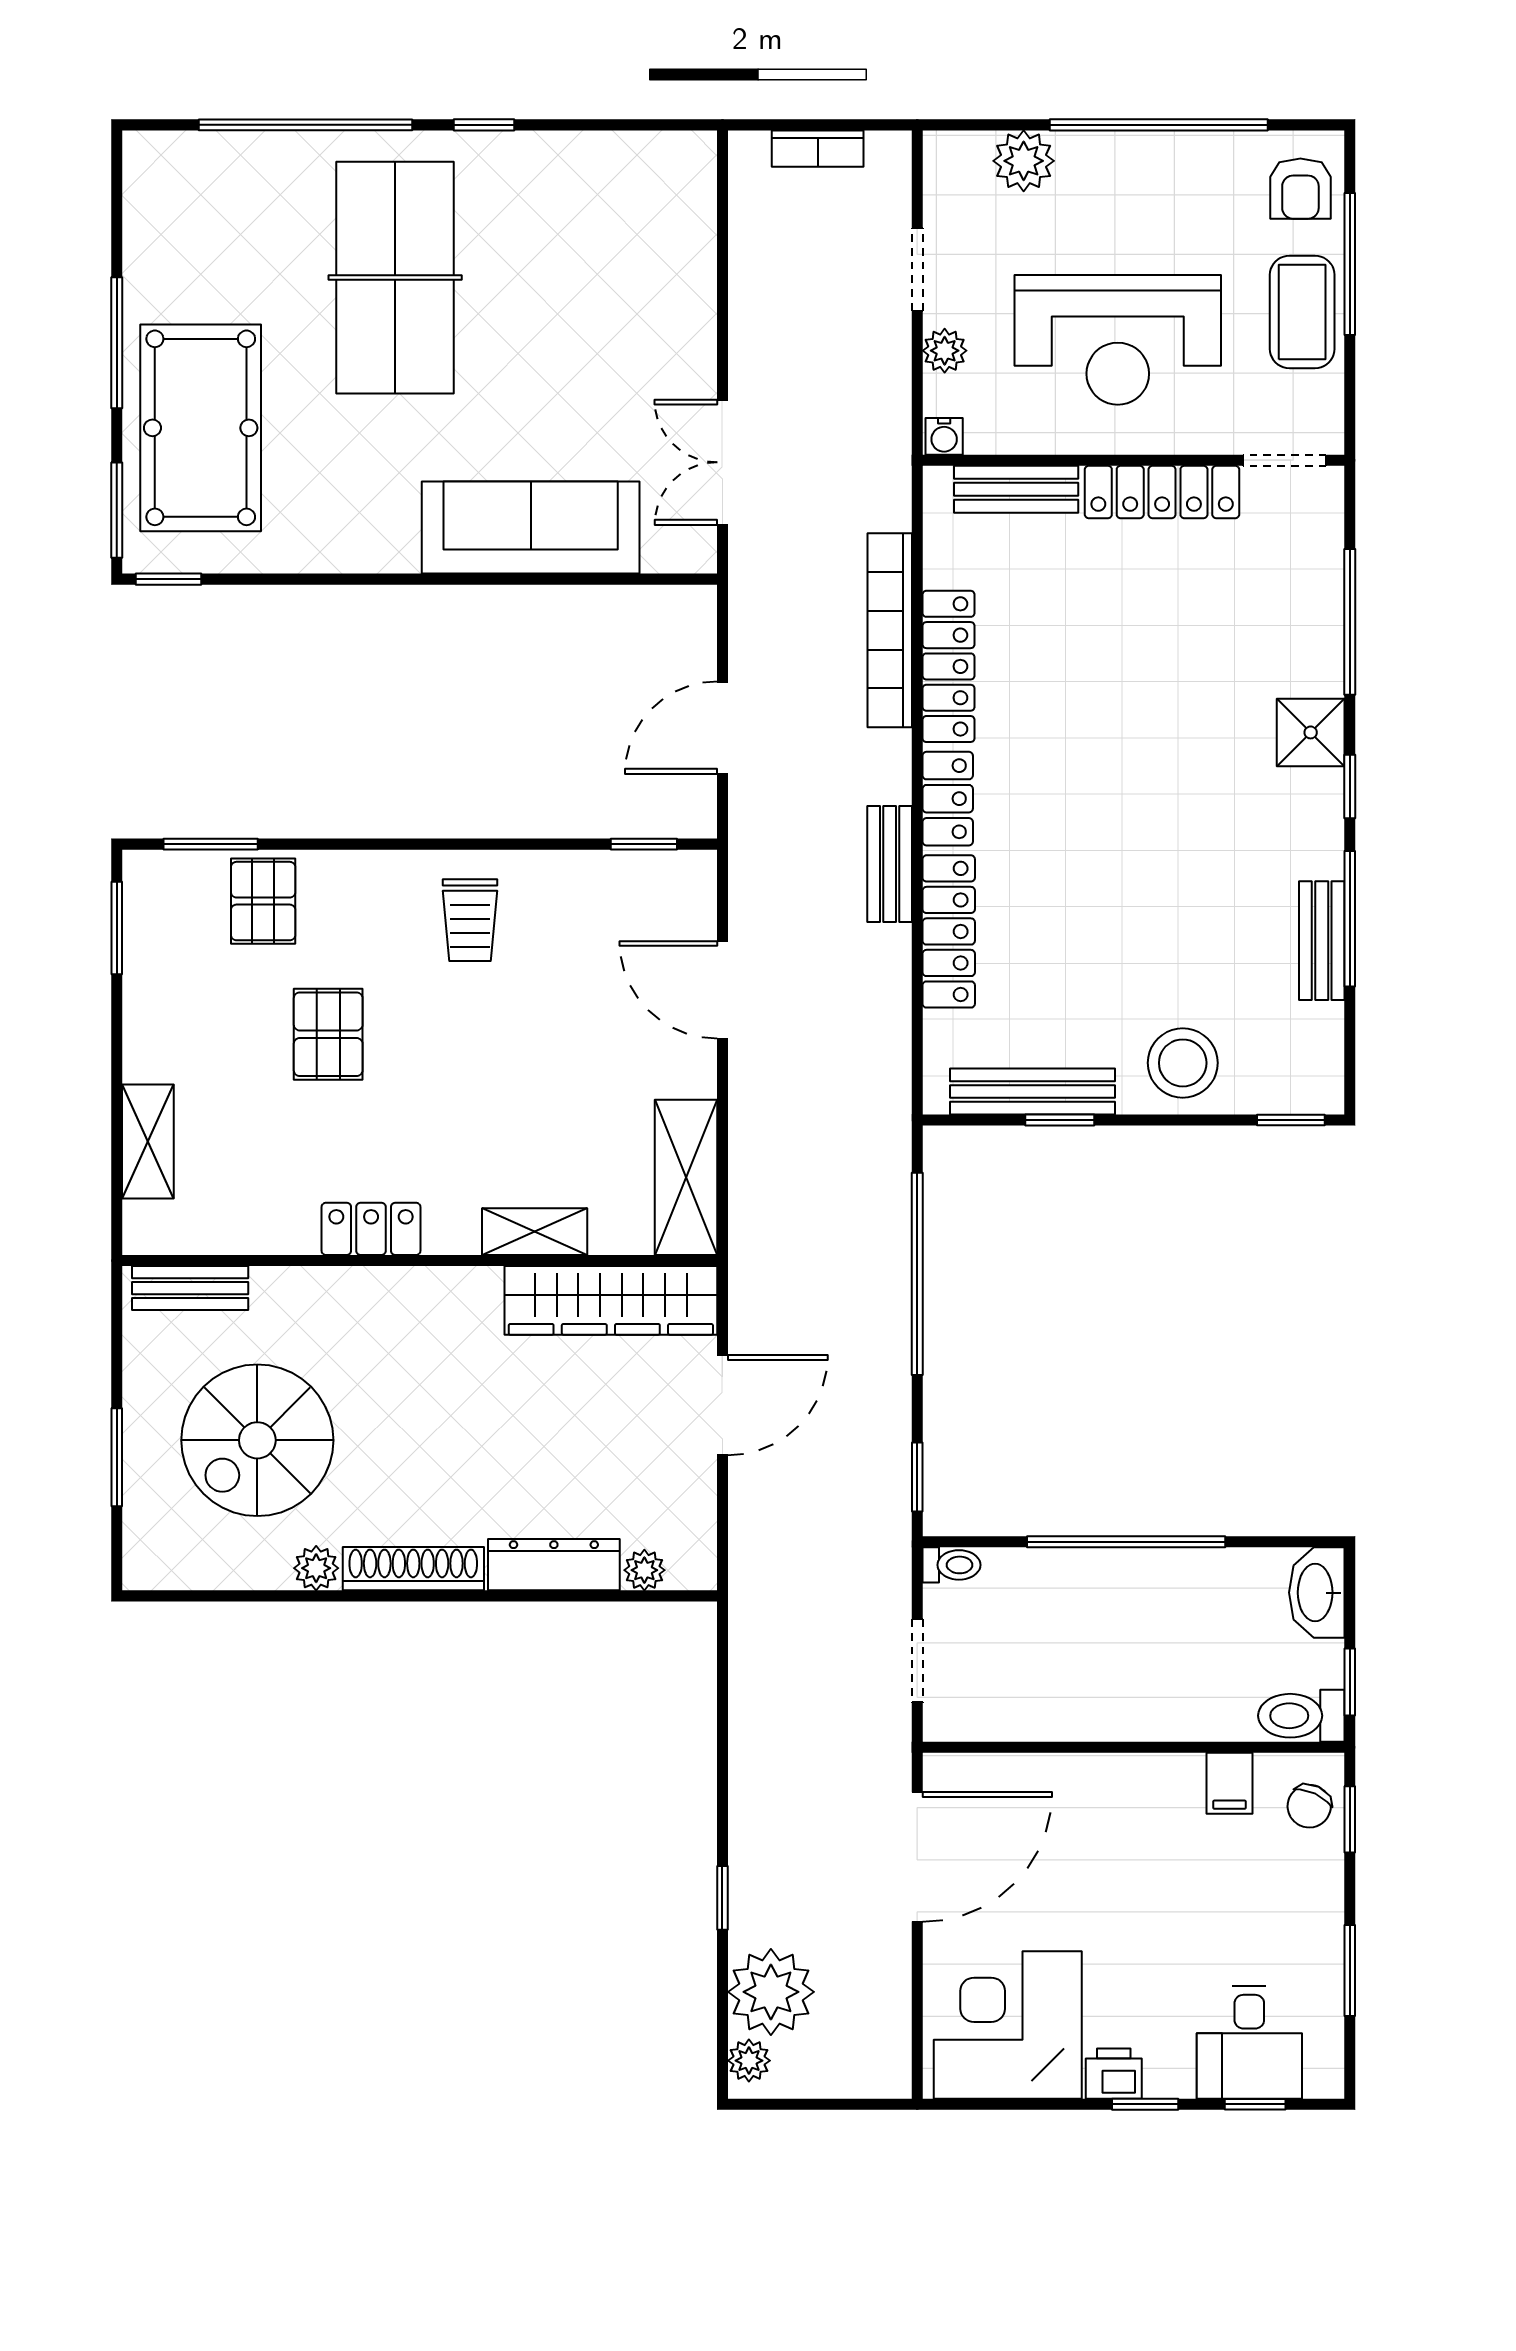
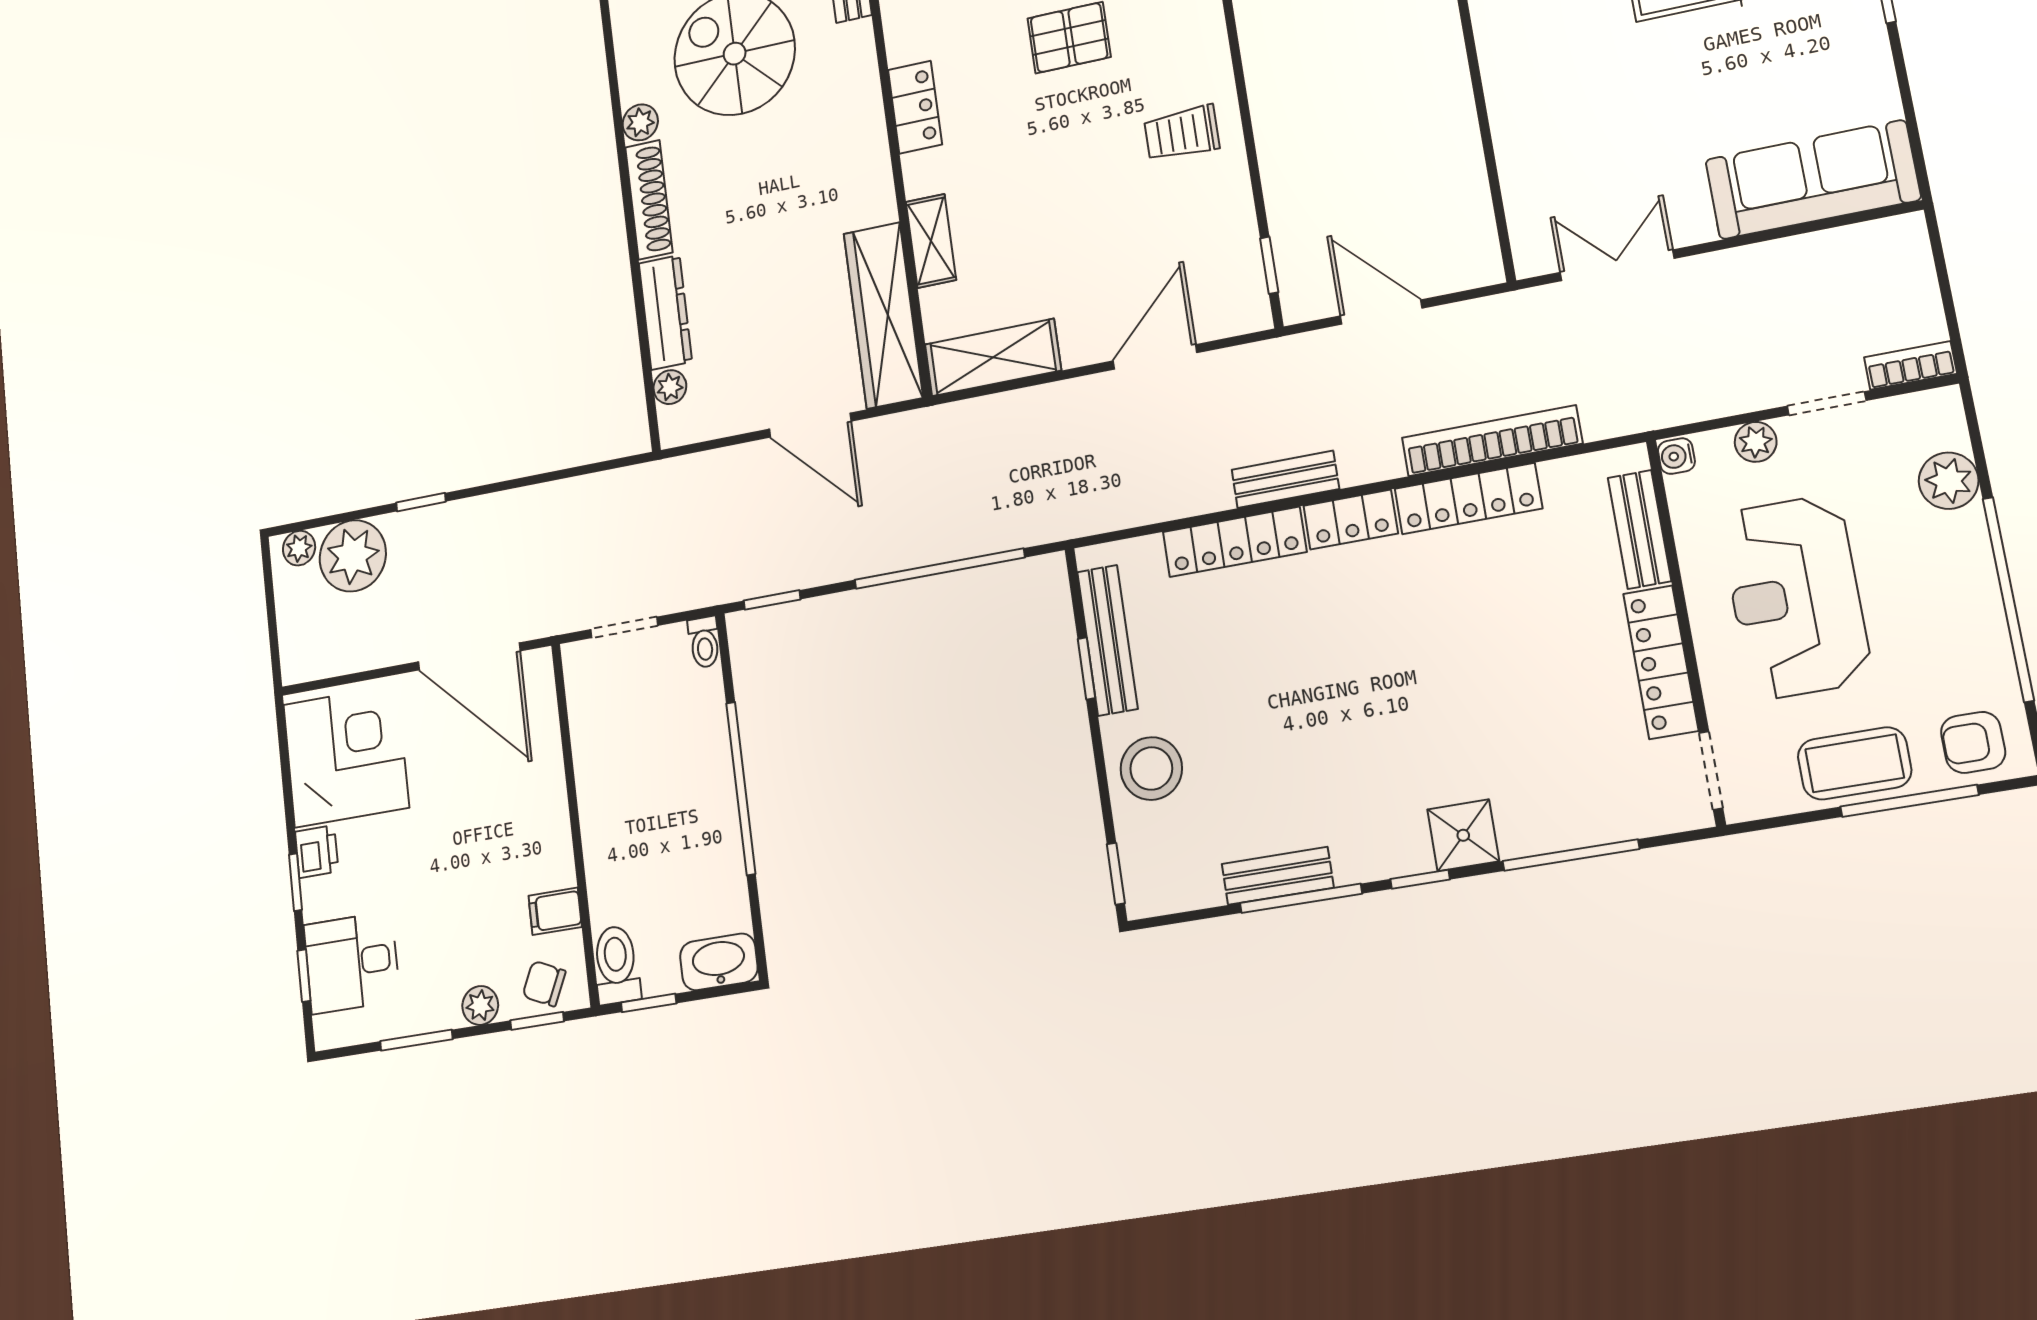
bookcase: (818, 149) -> (1910, 365), moved, turned 90
sofa: (531, 528) -> (1813, 180), moved, turned -90
plant: (1322, 1887) -> (480, 1005), added

